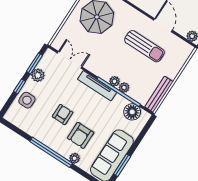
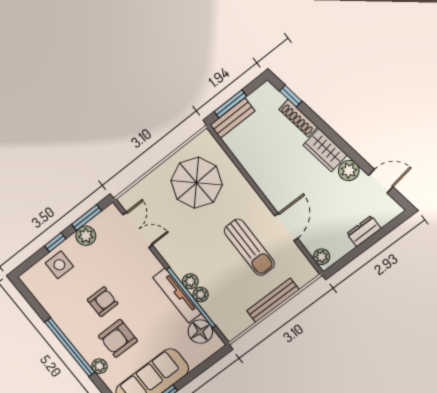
tv unit: (97, 86) -> (177, 296), moved
bench: (159, 94) -> (273, 300), moved

